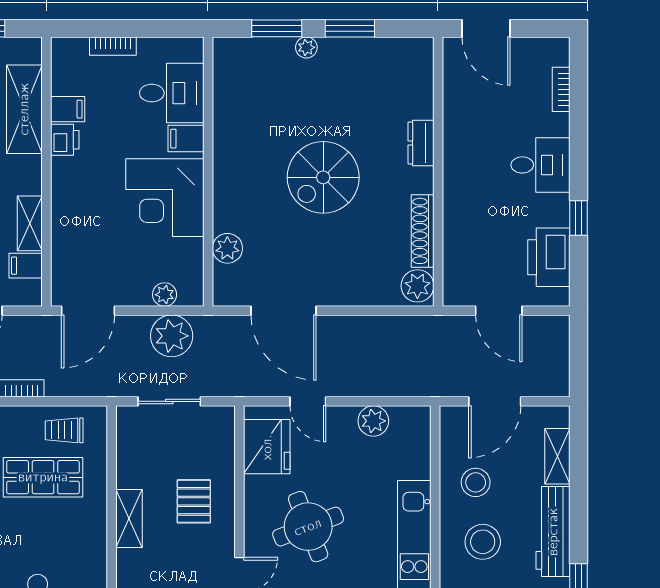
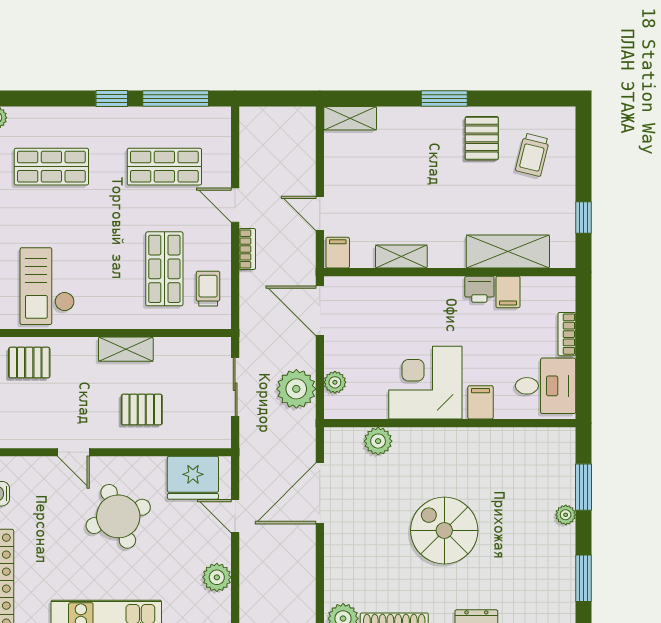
window: (350, 28) -> (583, 578), moved
desk: (172, 93) -> (546, 386), moved, turned -90
filing cabinet: (26, 266) -> (338, 253), moved
door: (308, 401) -> (235, 516), hinge flipped

